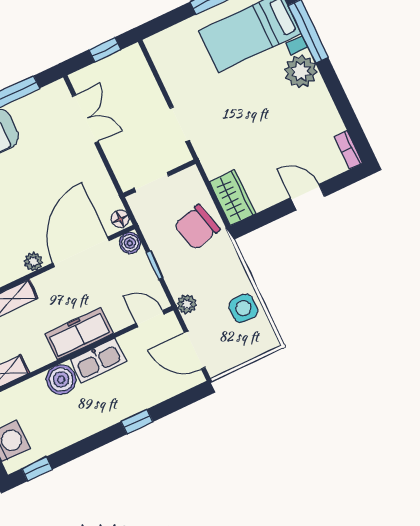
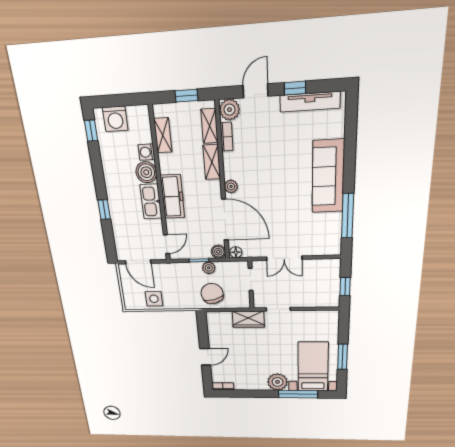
double door: (85, 119) -> (284, 258), moved
wardrobe: (233, 198) -> (248, 319), moved
plant: (187, 304) -> (209, 268), moved
door: (195, 350) -> (138, 262), swing flipped
washing machine: (35, 388) -> (146, 152), added

